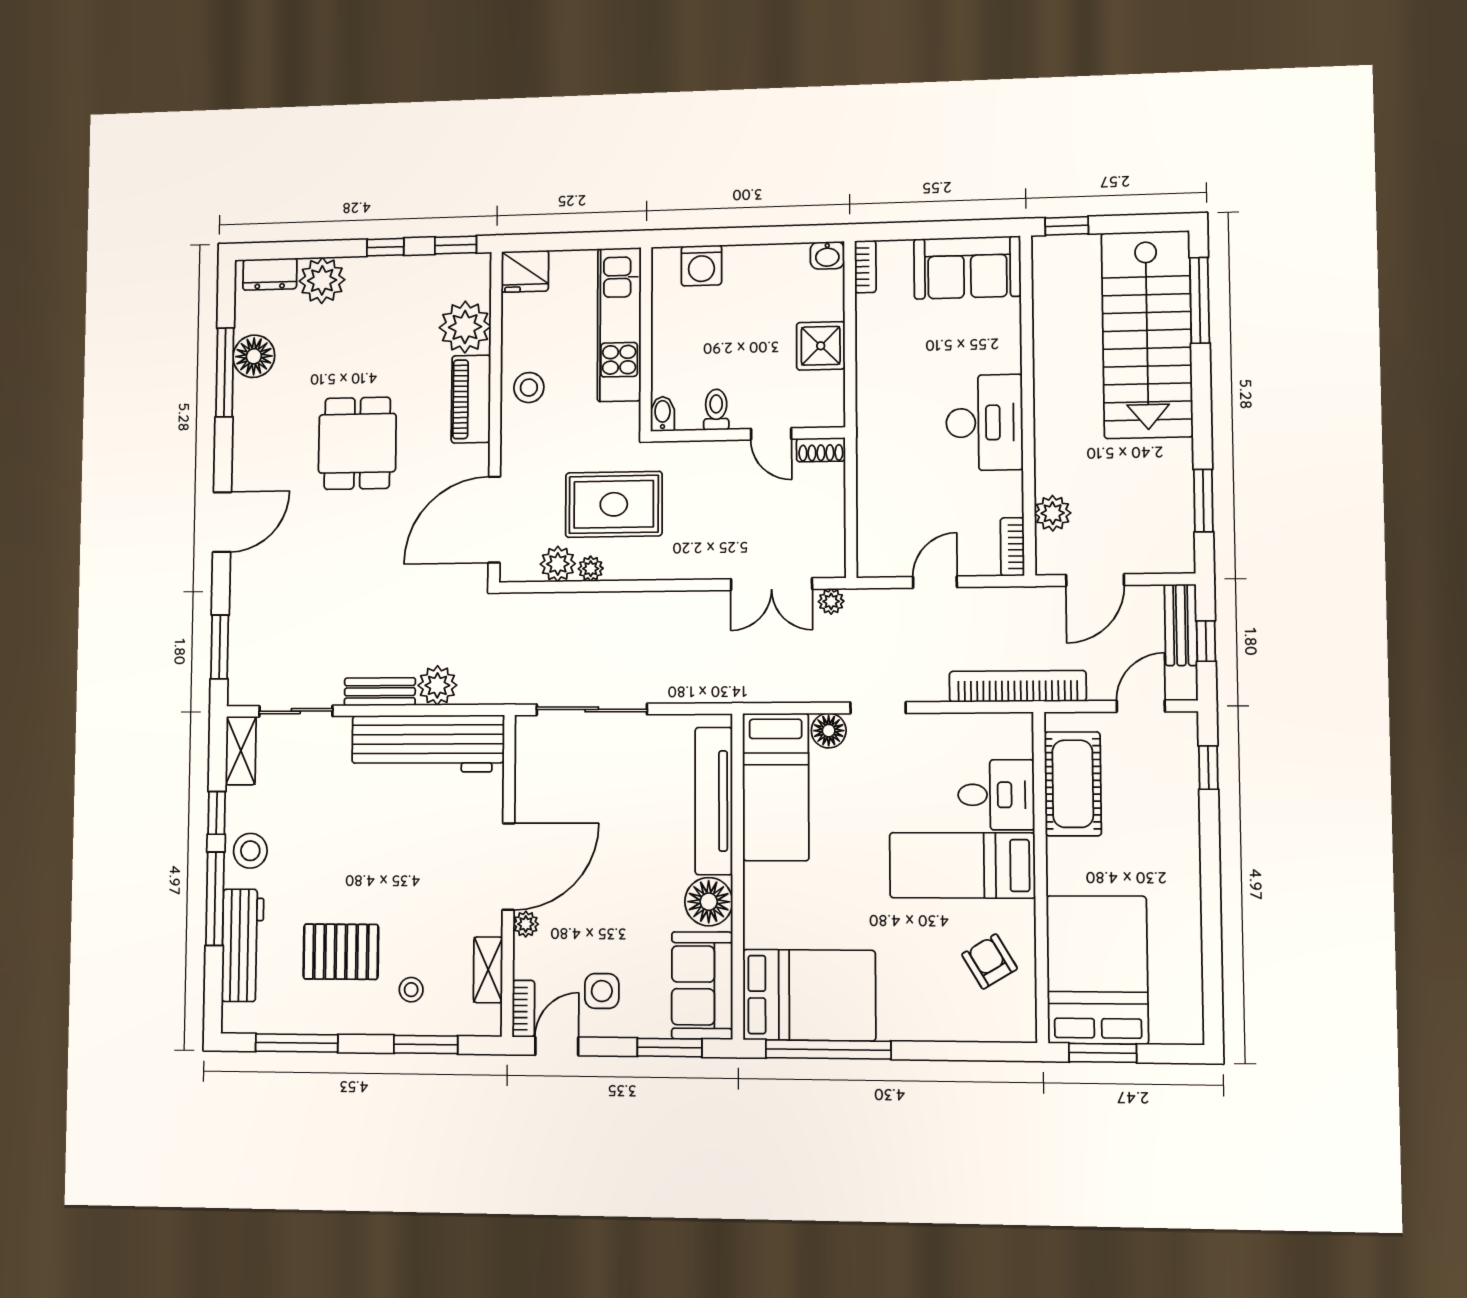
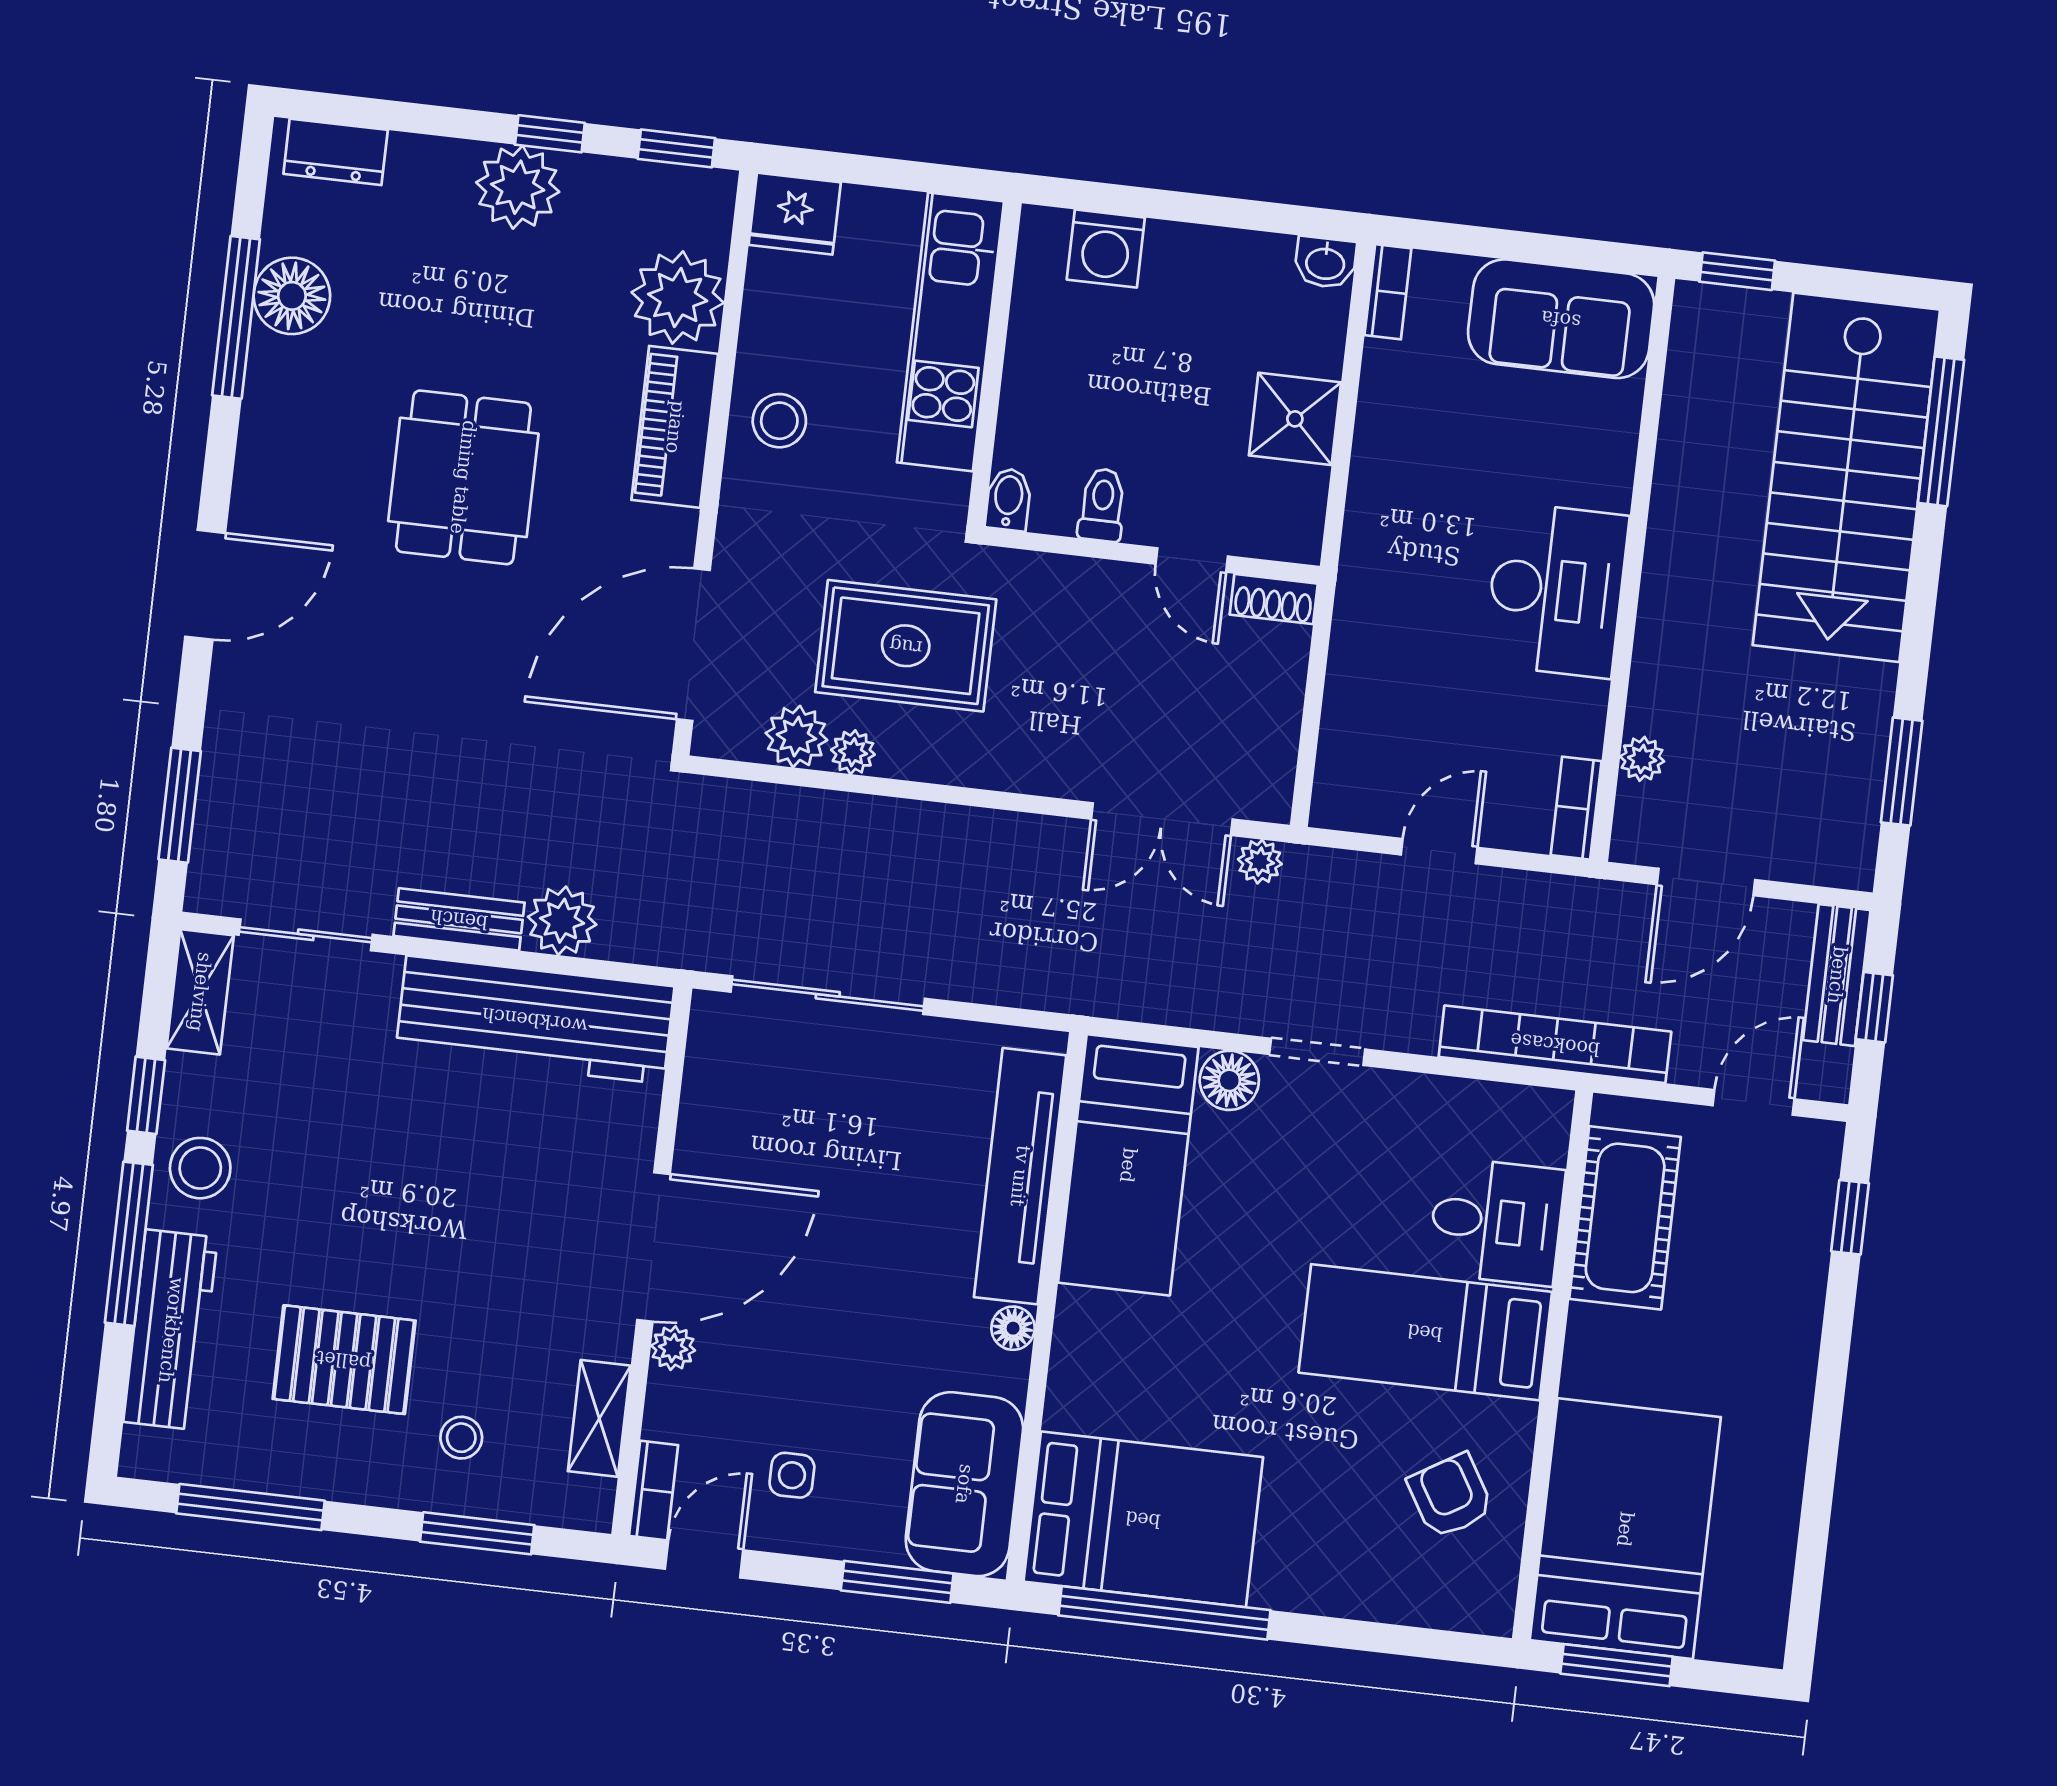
plant: (322, 280) -> (518, 187), moved
plant: (1053, 513) -> (1642, 759), width x0.73, depth x0.73
floor lamp: (709, 902) -> (1013, 1328), width x0.53, depth x0.53
side table: (602, 991) -> (792, 1475), width x0.73, depth x0.73

